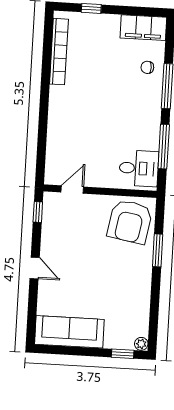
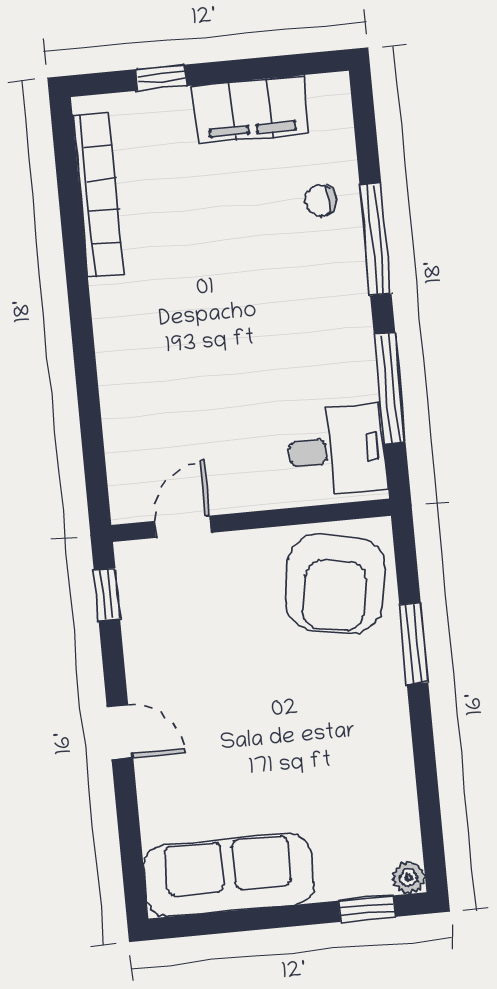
filing cabinet: (143, 28) -> (251, 109), moved

